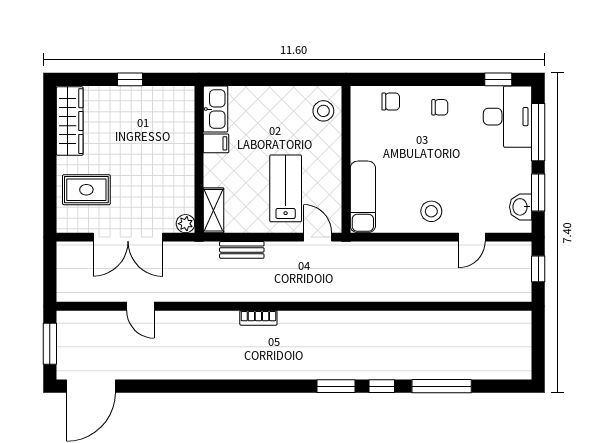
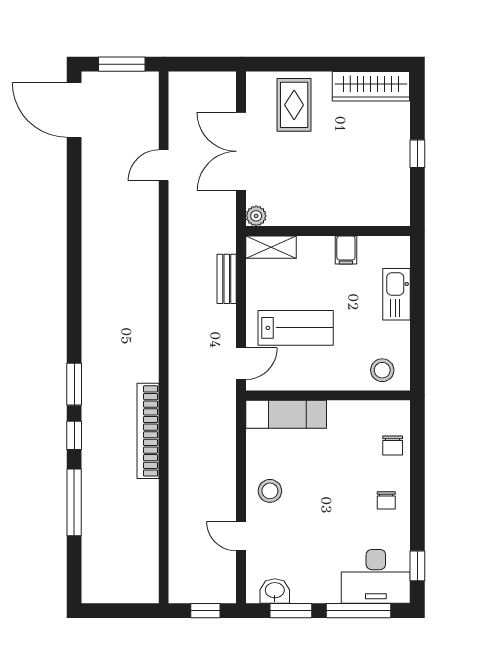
kitchen sink: (216, 109) -> (397, 294), moved, turned 90
bookcase: (258, 318) -> (148, 431), moved, width x2.31, depth x1.31

